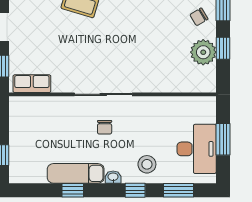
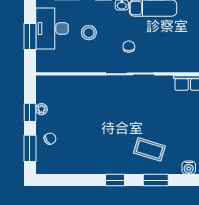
plant: (203, 52) -> (41, 109), width x0.53, depth x0.53
stool: (147, 164) -> (89, 33), moved

